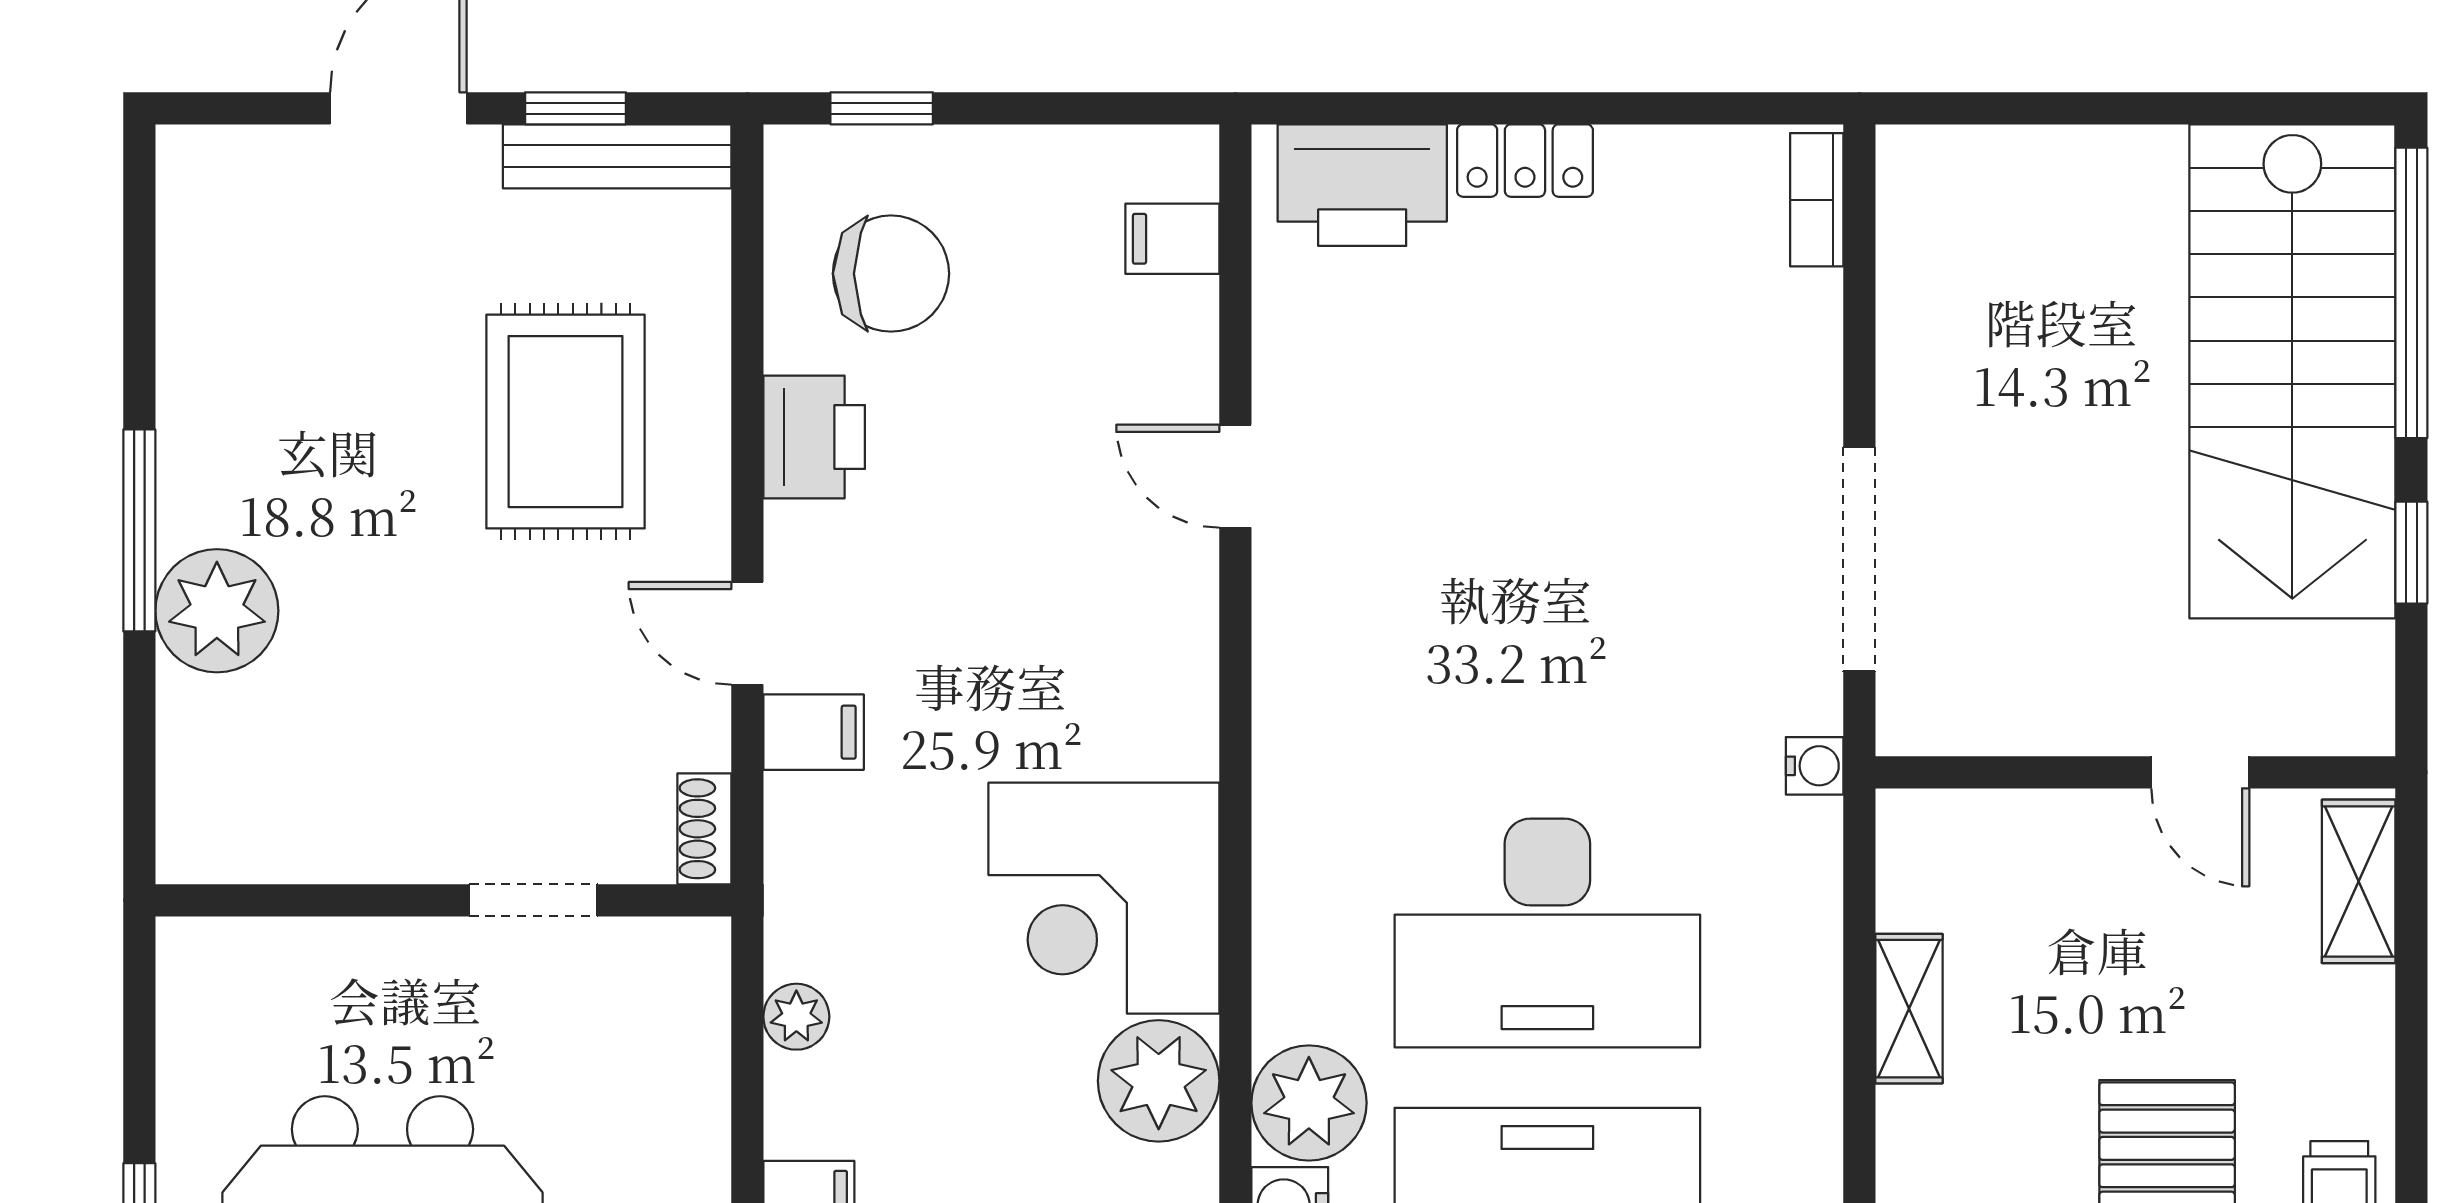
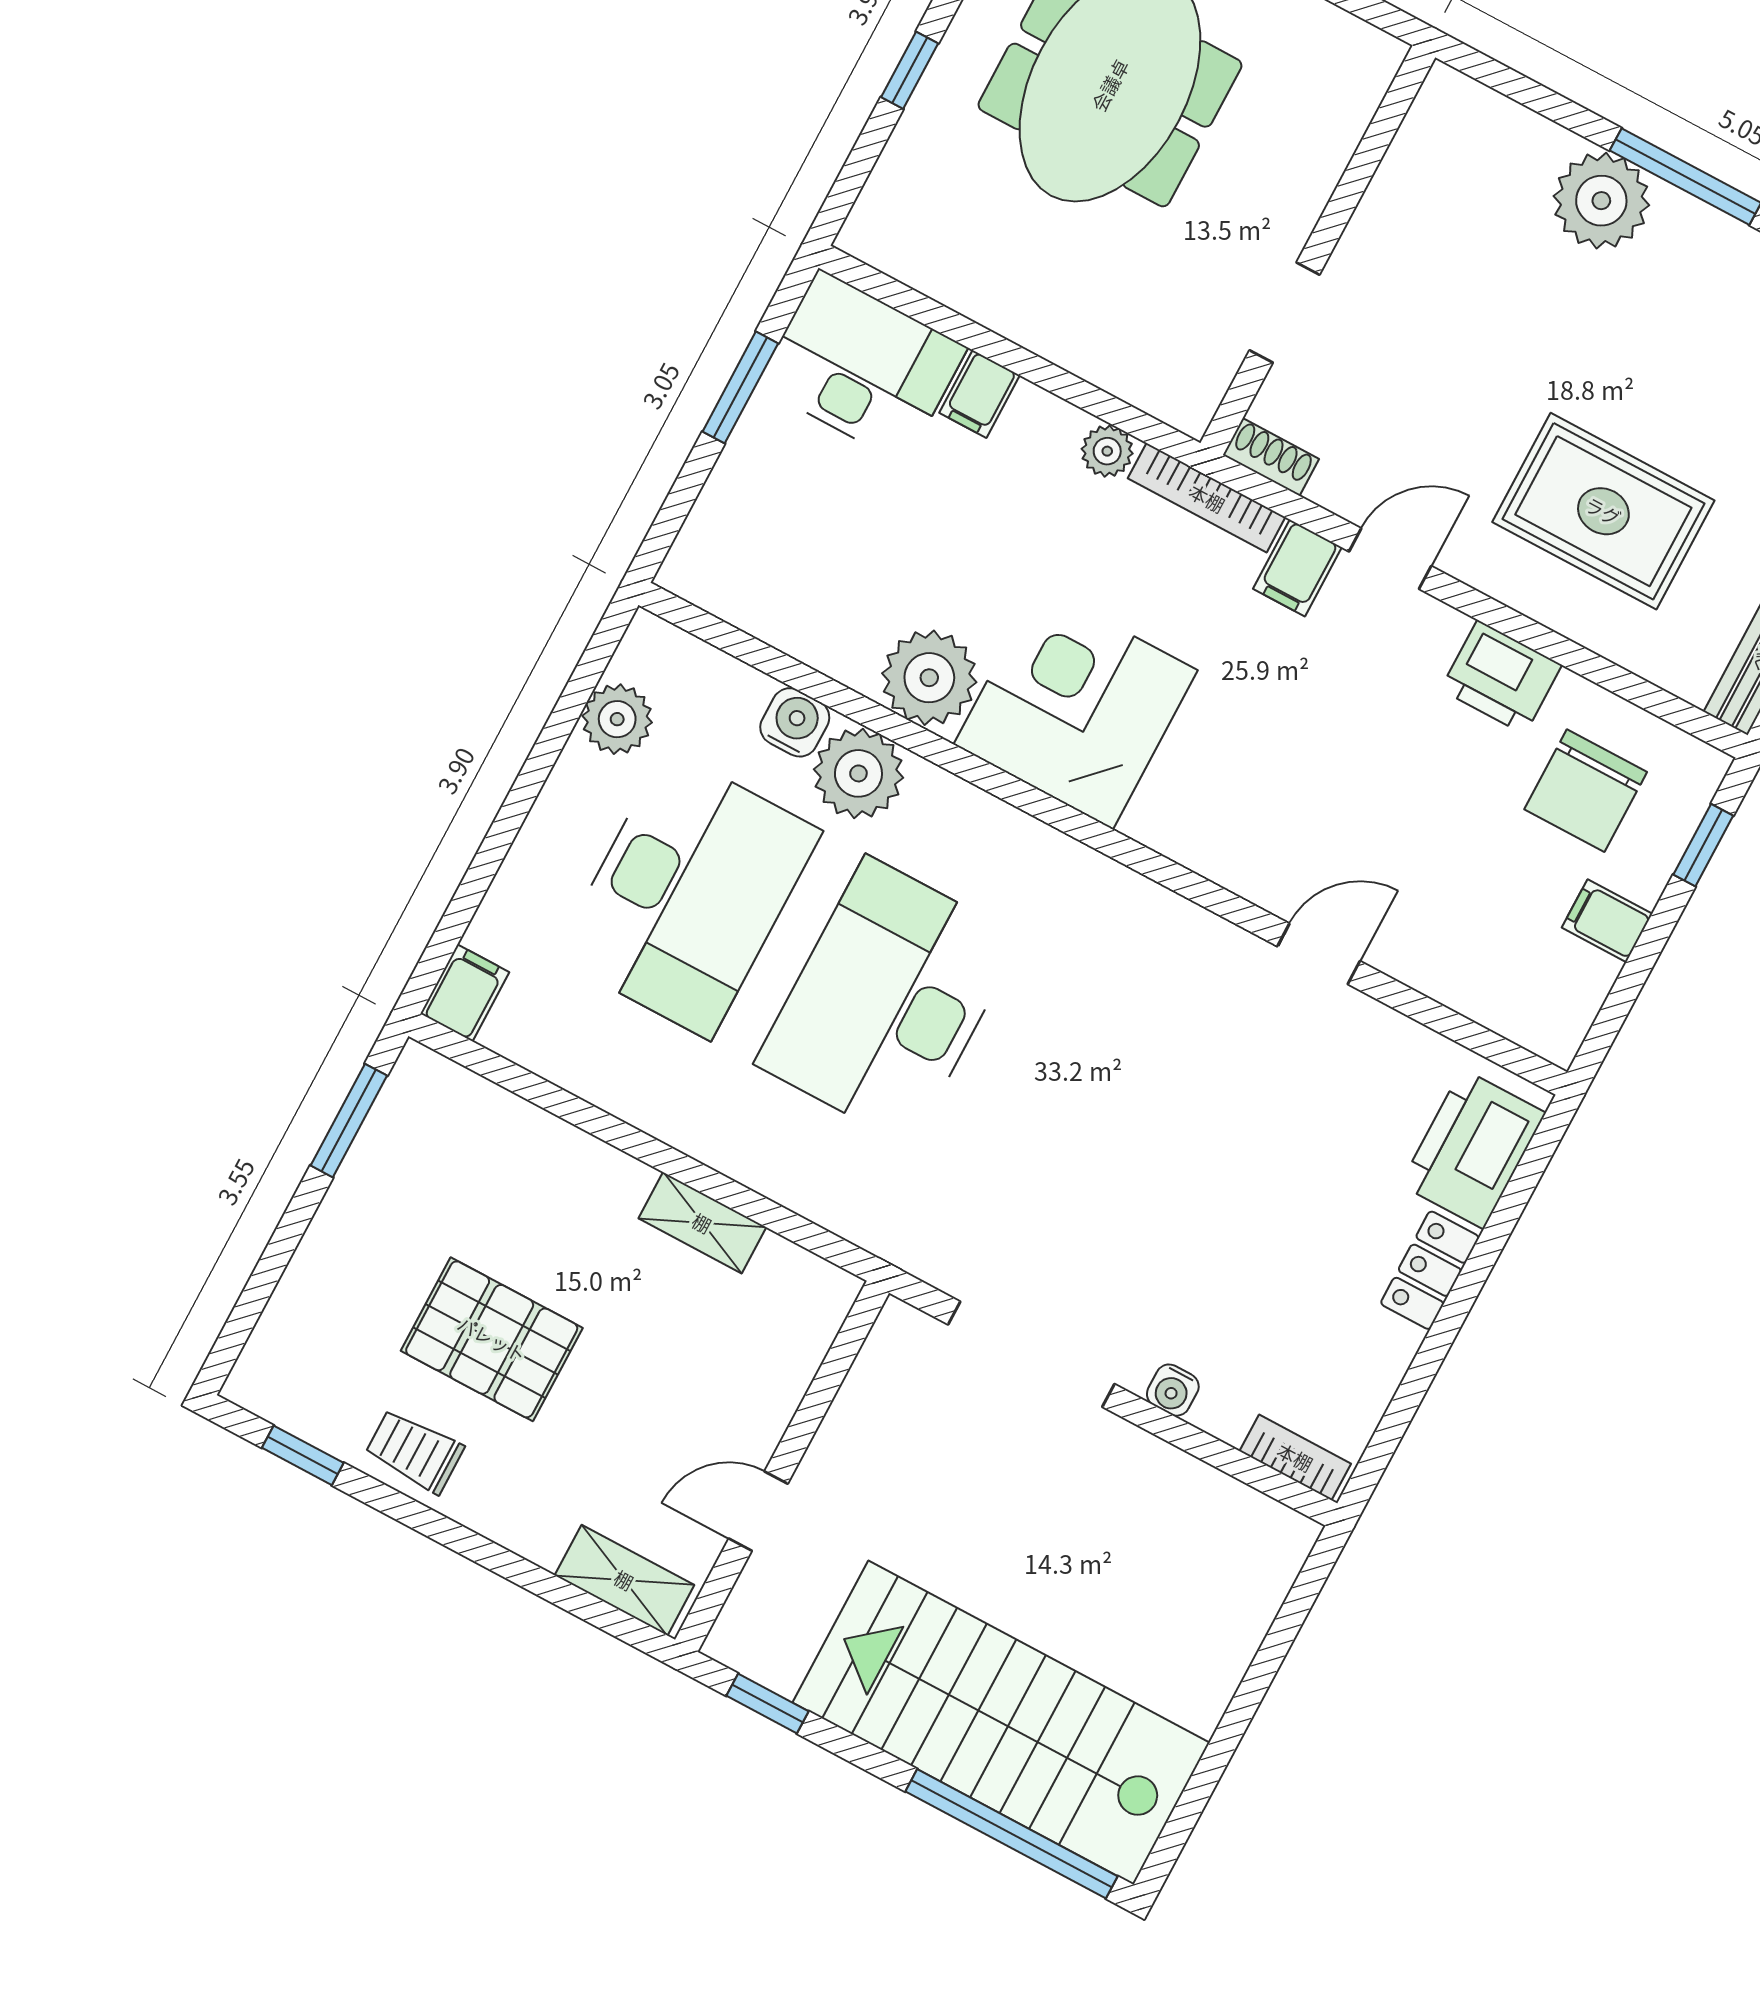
filing cabinet: (1172, 239) -> (1607, 921), moved, turned -90
window: (2411, 553) -> (768, 1703), moved
water cooler: (1815, 766) -> (1173, 1390), moved
bookcase: (789, 877) -> (1207, 498), added

